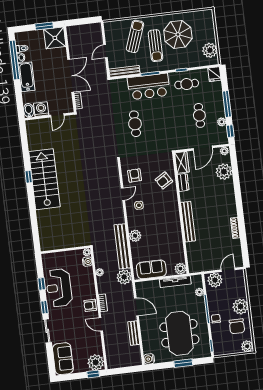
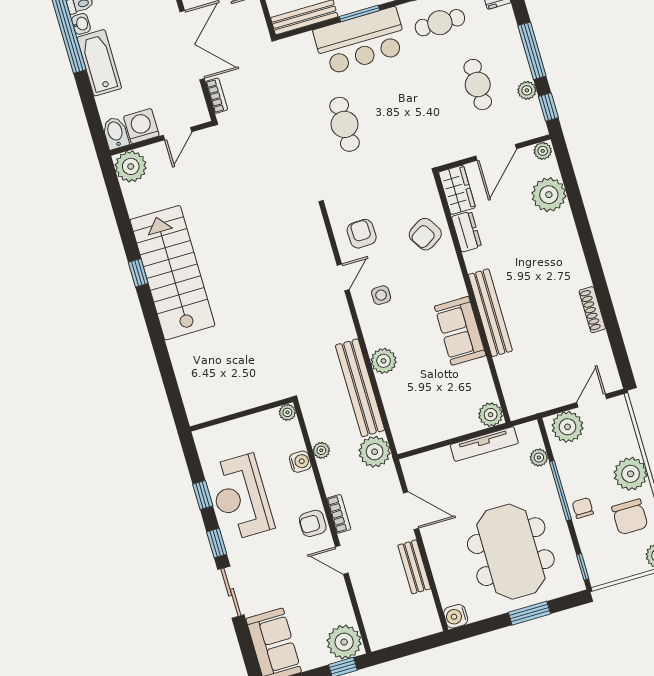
plant: (33, 127) -> (131, 166), added
water cooler: (87, 262) -> (300, 462), moved
sofa: (151, 269) -> (460, 331), moved, turned -90

